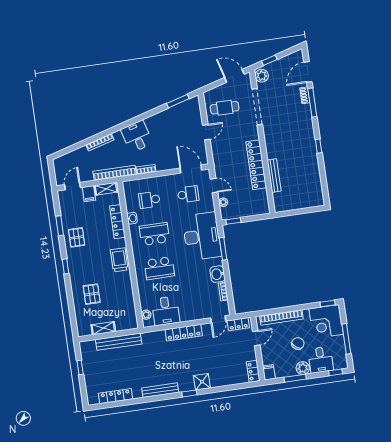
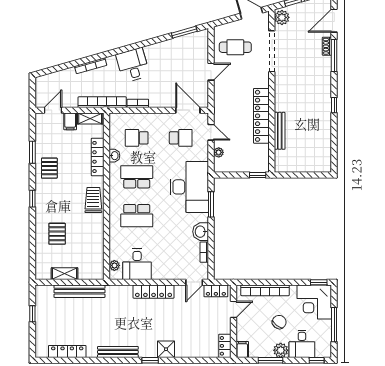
window: (233, 221) -> (258, 175), moved

